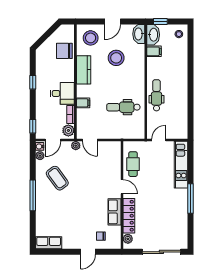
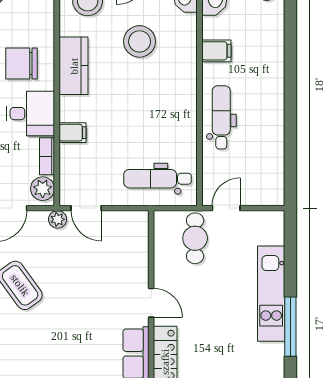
chair: (64, 51) -> (21, 64), moved
filing cabinet: (154, 51) -> (216, 51), moved
dental chair: (123, 107) -> (158, 179), moved
cafe table: (133, 164) -> (195, 238), moved
kitchen unit: (181, 165) -> (271, 294), moved

